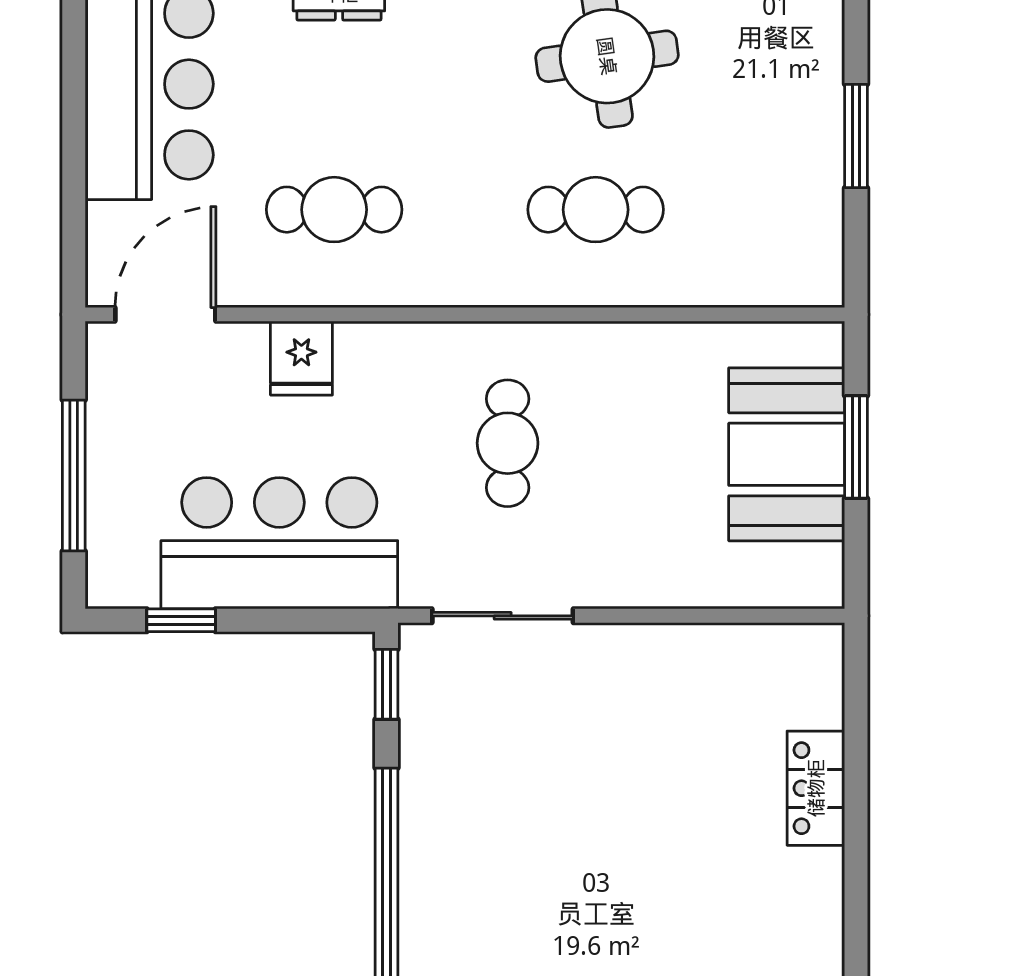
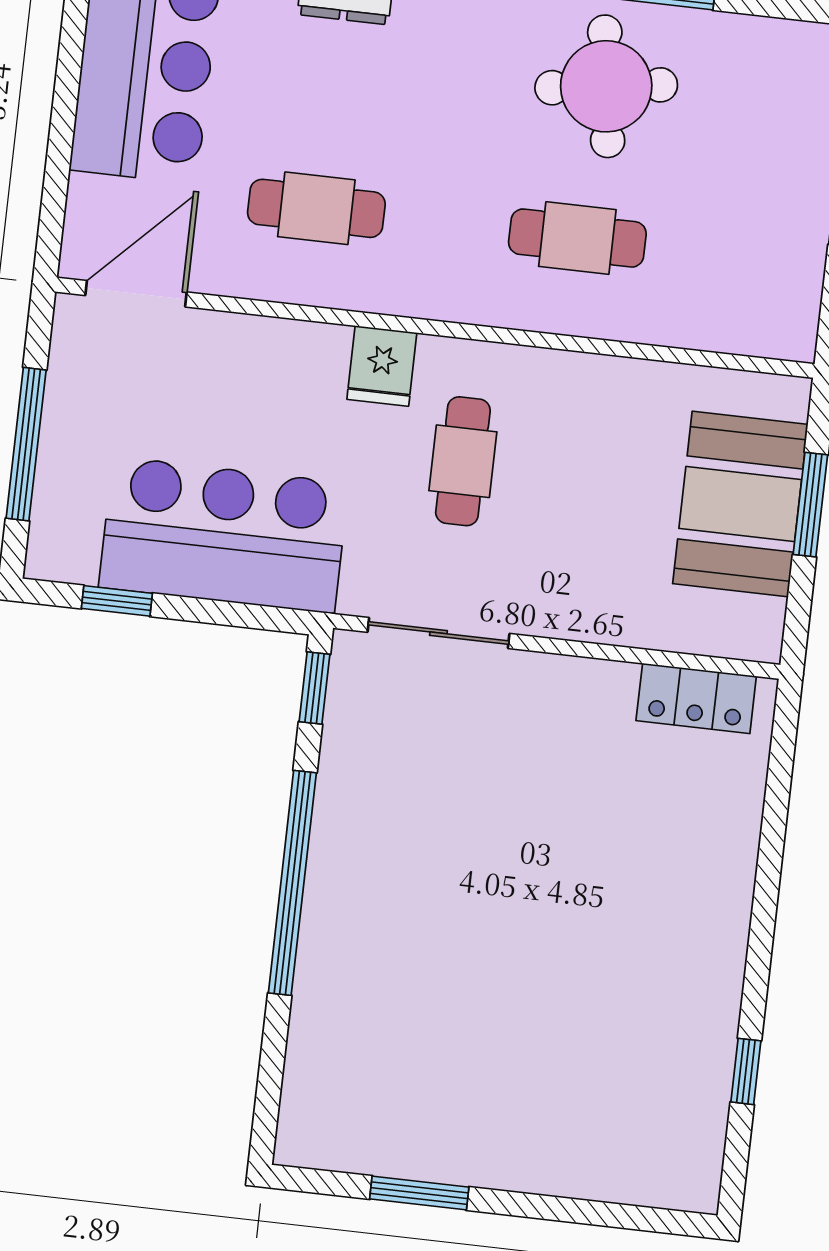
fridge: (301, 358) -> (382, 366), moved
locker: (816, 788) -> (696, 698), moved, turned -90

